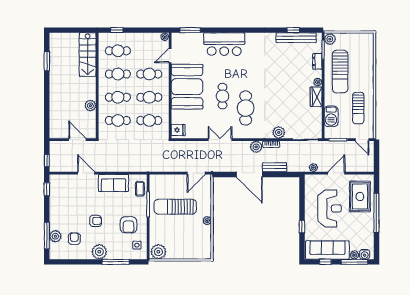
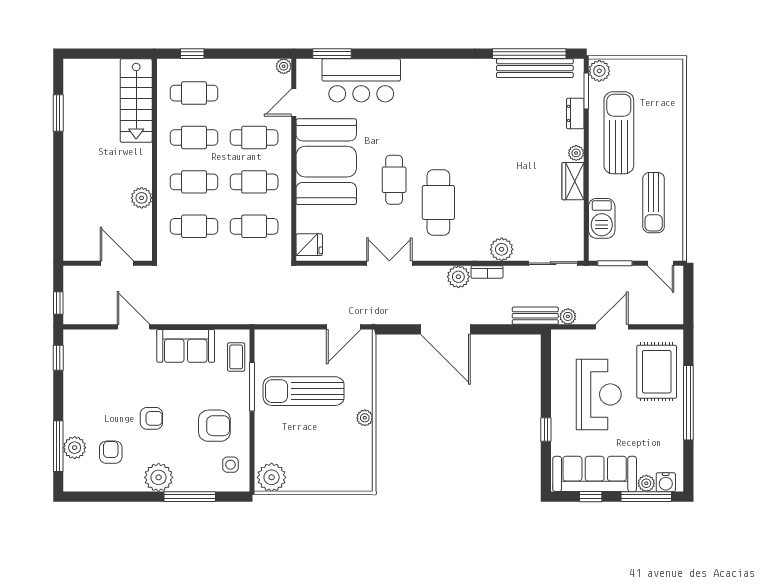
window: (293, 30) -> (529, 54), width x3.17
bar counter: (224, 44) -> (361, 80), moved
sun lounger: (340, 72) -> (619, 133), turned 180
bench: (275, 167) -> (535, 316), moved
armchair: (129, 225) -> (214, 426), turned -90

